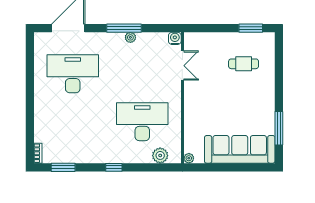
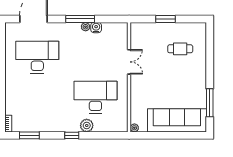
window: (251, 28) -> (166, 19), moved
water cooler: (175, 38) -> (96, 28), moved
double door: (182, 66) -> (129, 62), moved
plant: (160, 155) -> (87, 126), moved

